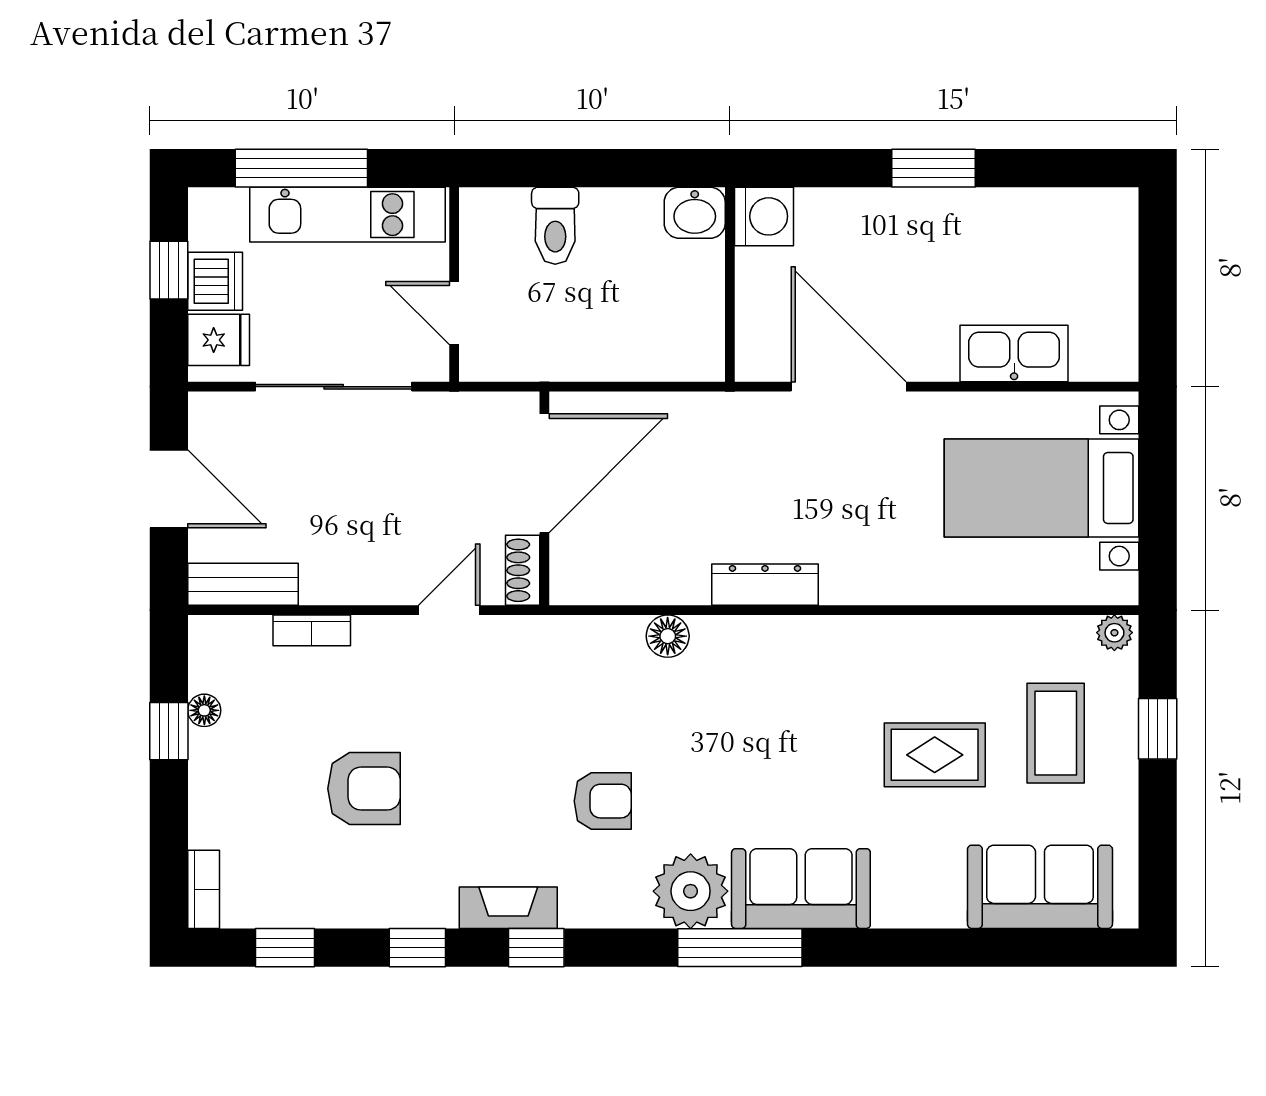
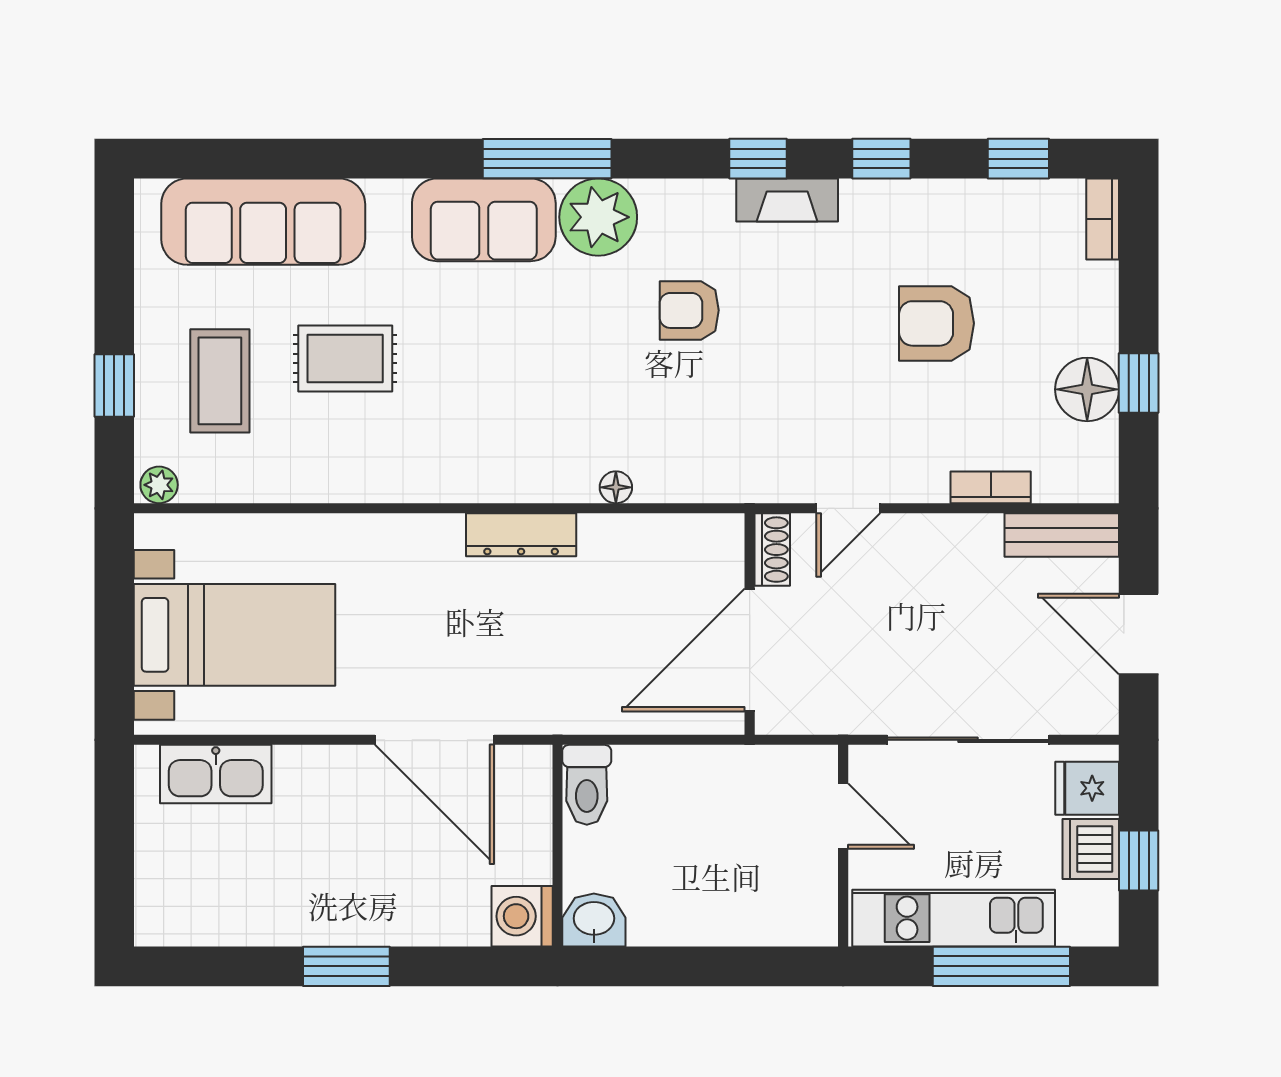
toilet: (555, 226) -> (587, 785), moved, turned 180
kitchen sink: (1014, 354) -> (216, 774), moved
floor lamp: (668, 636) -> (616, 487), width x0.73, depth x0.73
floor lamp: (204, 710) -> (1087, 389), width x1.89, depth x1.89
sofa: (1040, 887) -> (263, 222), width x1.36

